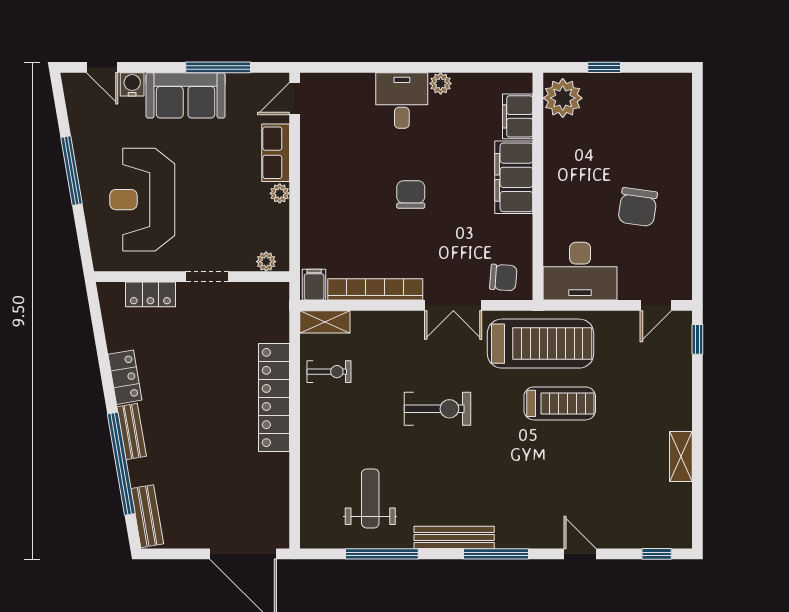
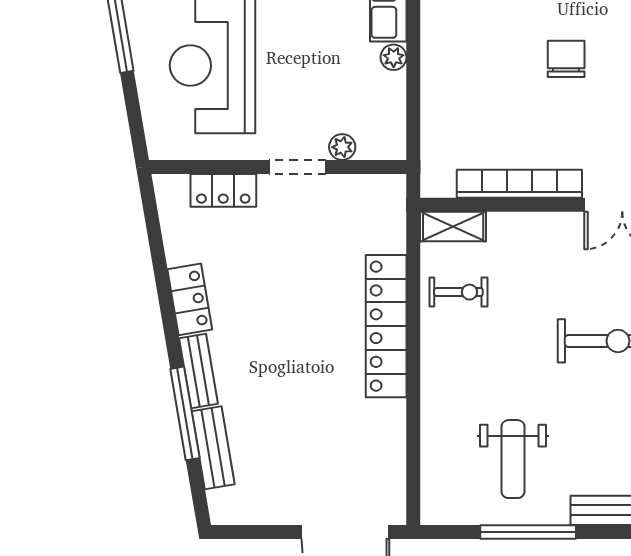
plant: (266, 262) -> (342, 147), moved
filing cabinet: (314, 285) -> (439, 178), removed
window: (121, 464) -> (185, 413), width x0.68
weight bench: (370, 498) -> (513, 459), turned 180
bench: (147, 516) -> (213, 448), moved

